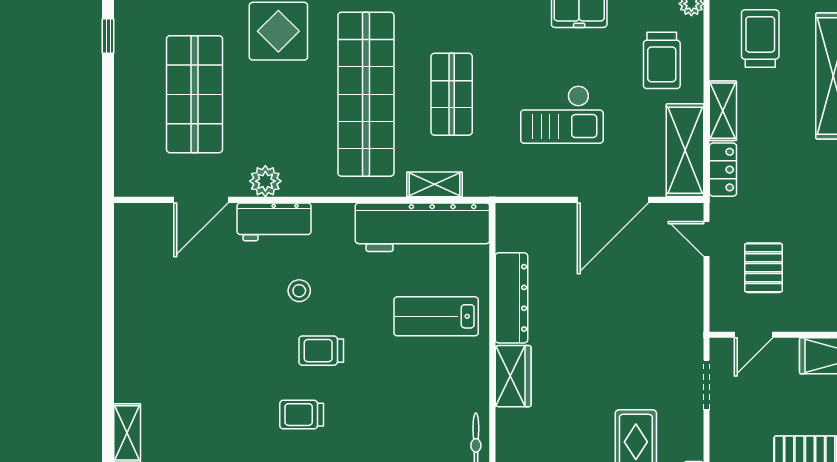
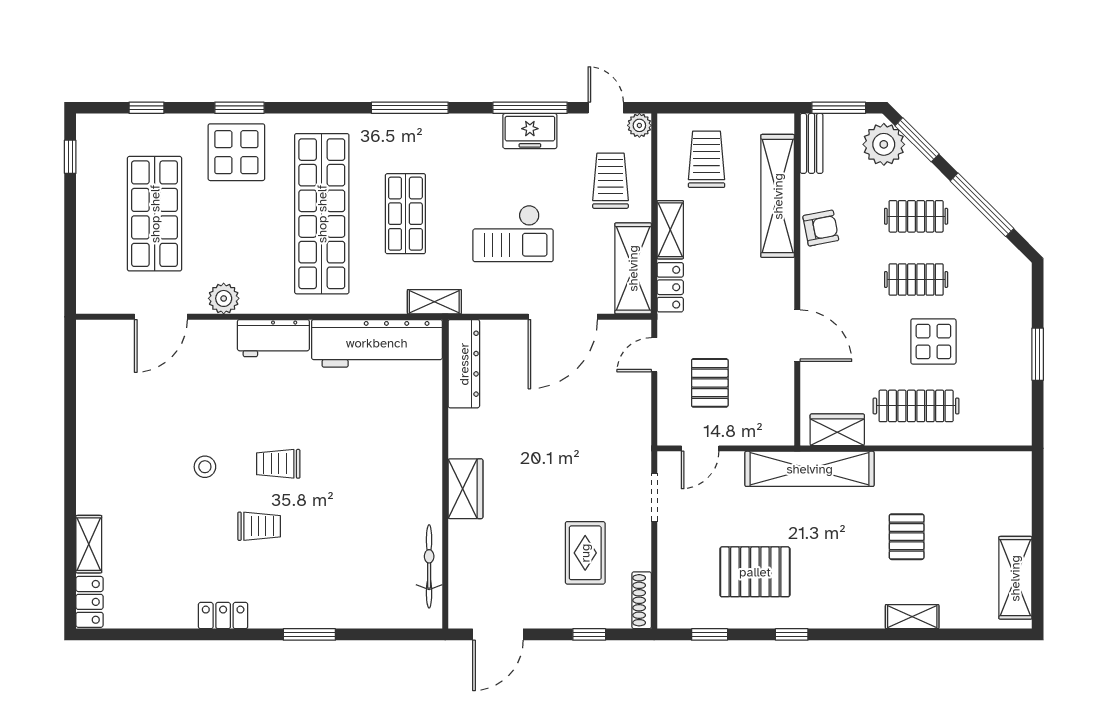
trolley: (662, 60) -> (610, 181), turned 180
shelving: (434, 184) -> (434, 302), moved
workbench: (274, 222) -> (273, 338), moved
door: (707, 239) -> (654, 355), hinge flipped
stool: (299, 291) -> (205, 467), moved
dresser: (511, 298) -> (464, 364), moved
lab bench: (436, 316) -> (390, 430), removed
trolley: (302, 415) -> (259, 526), turned 180

